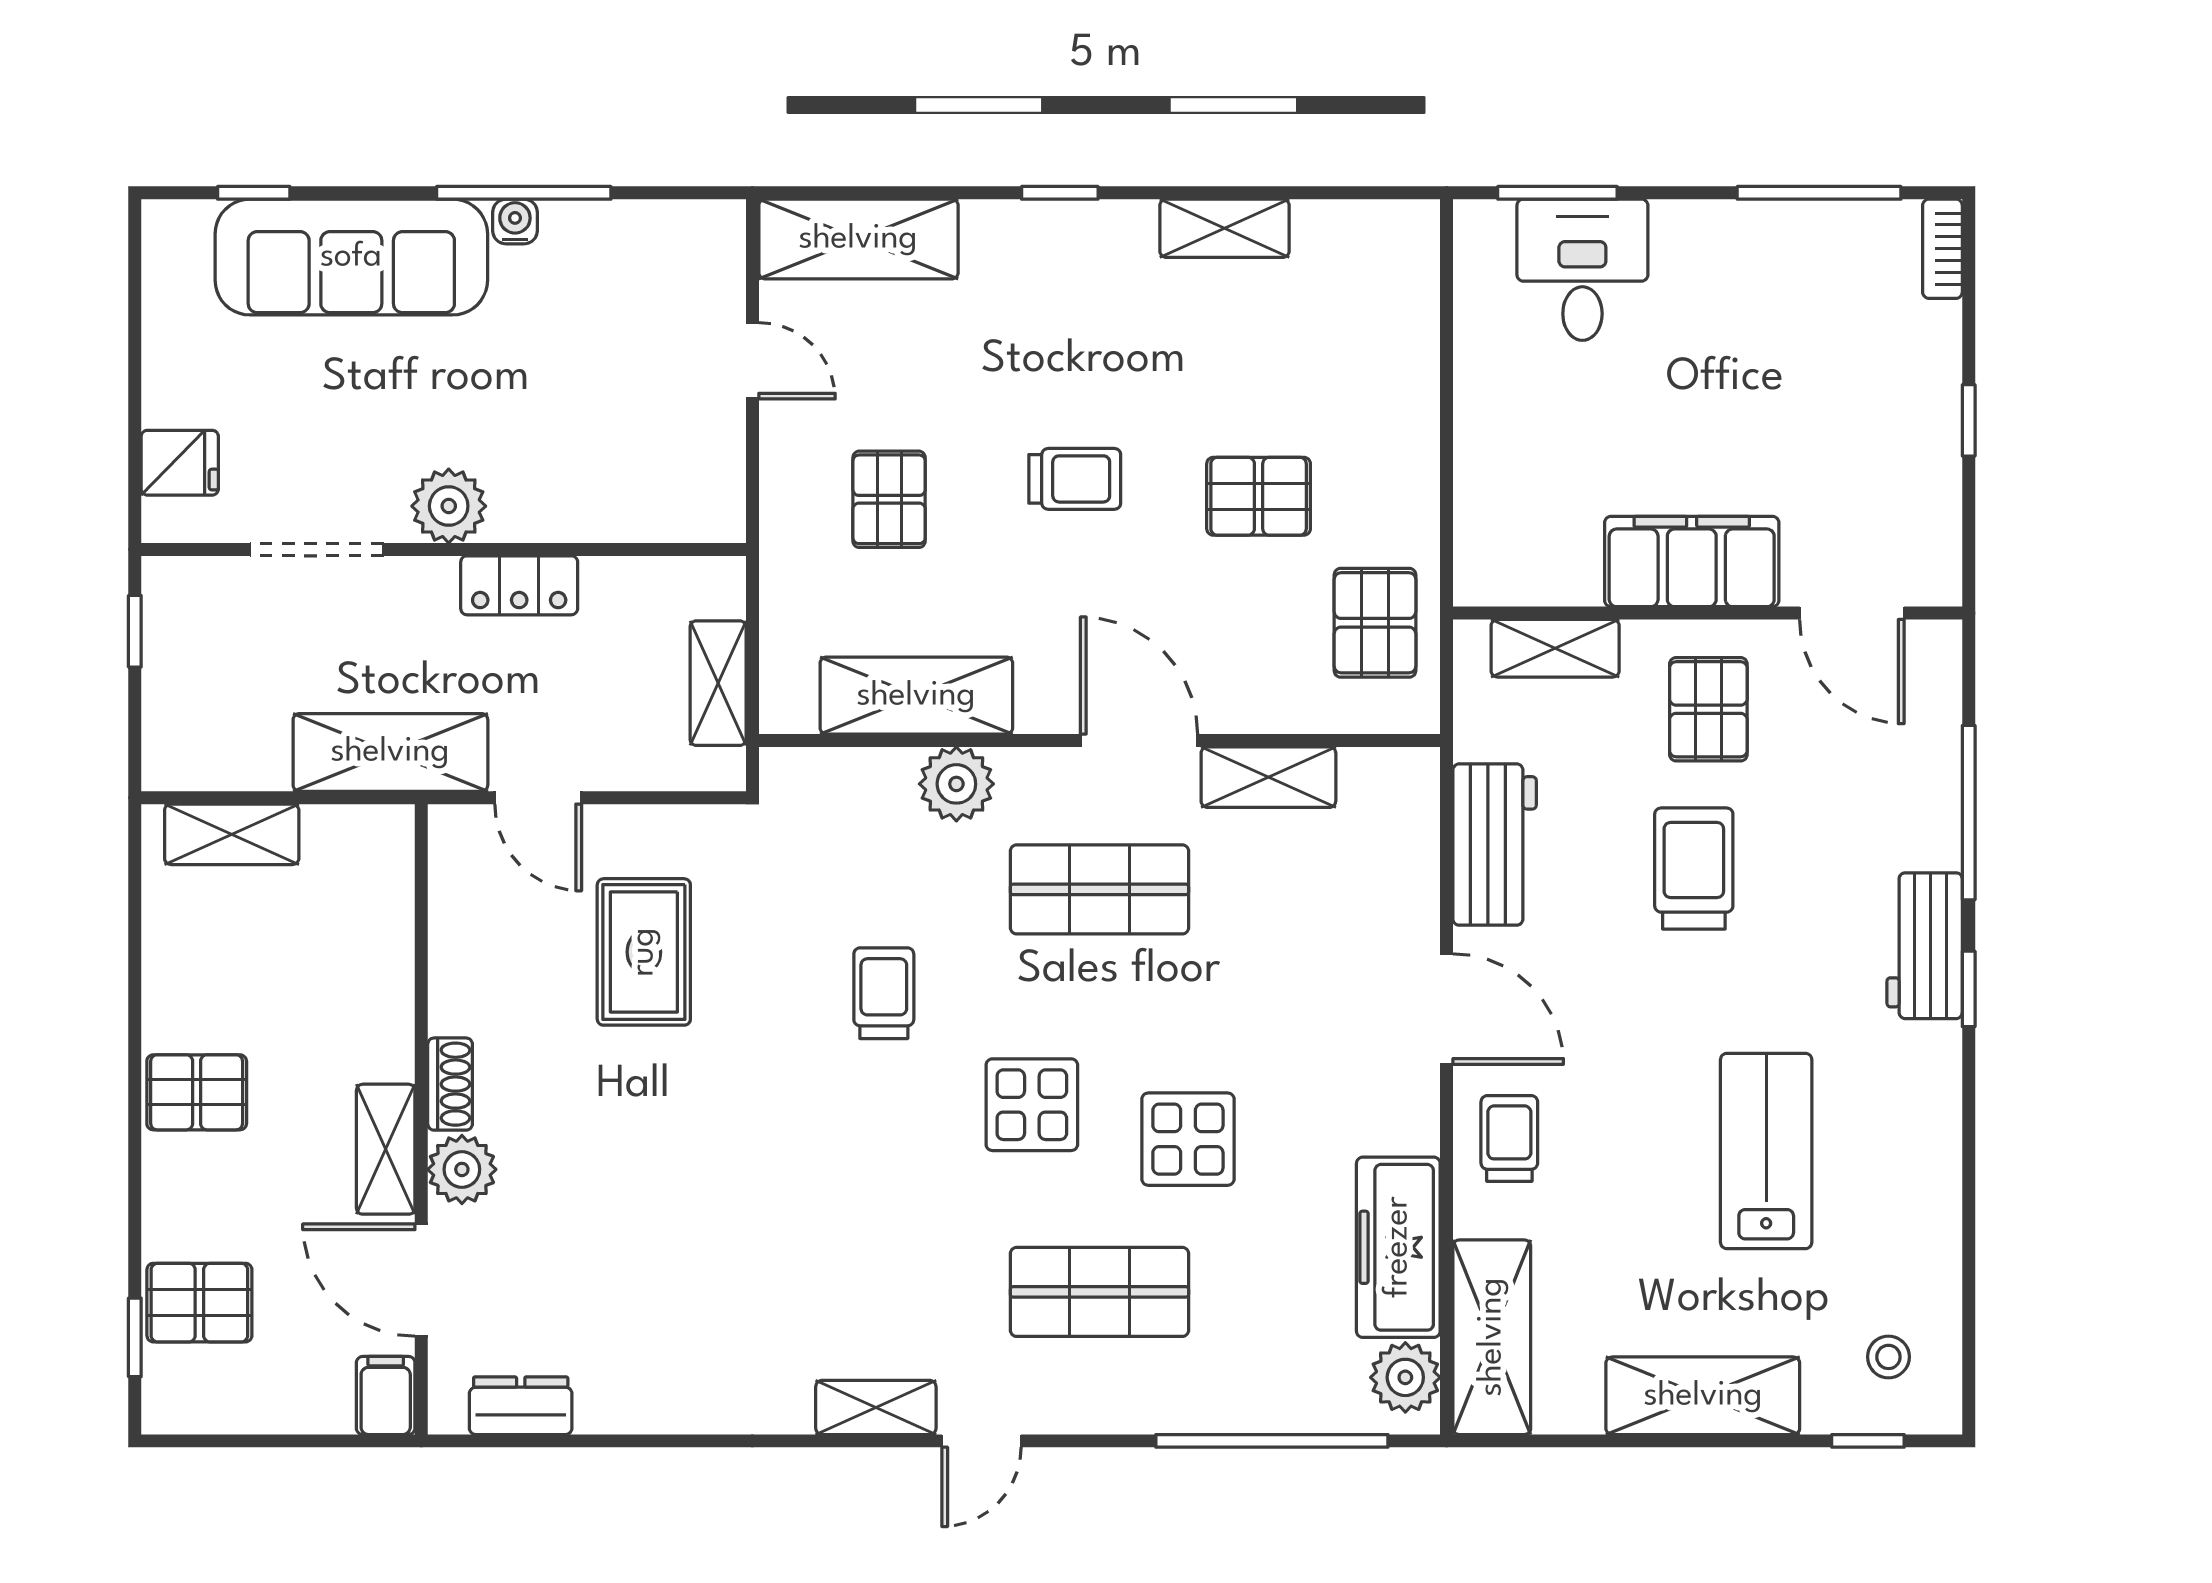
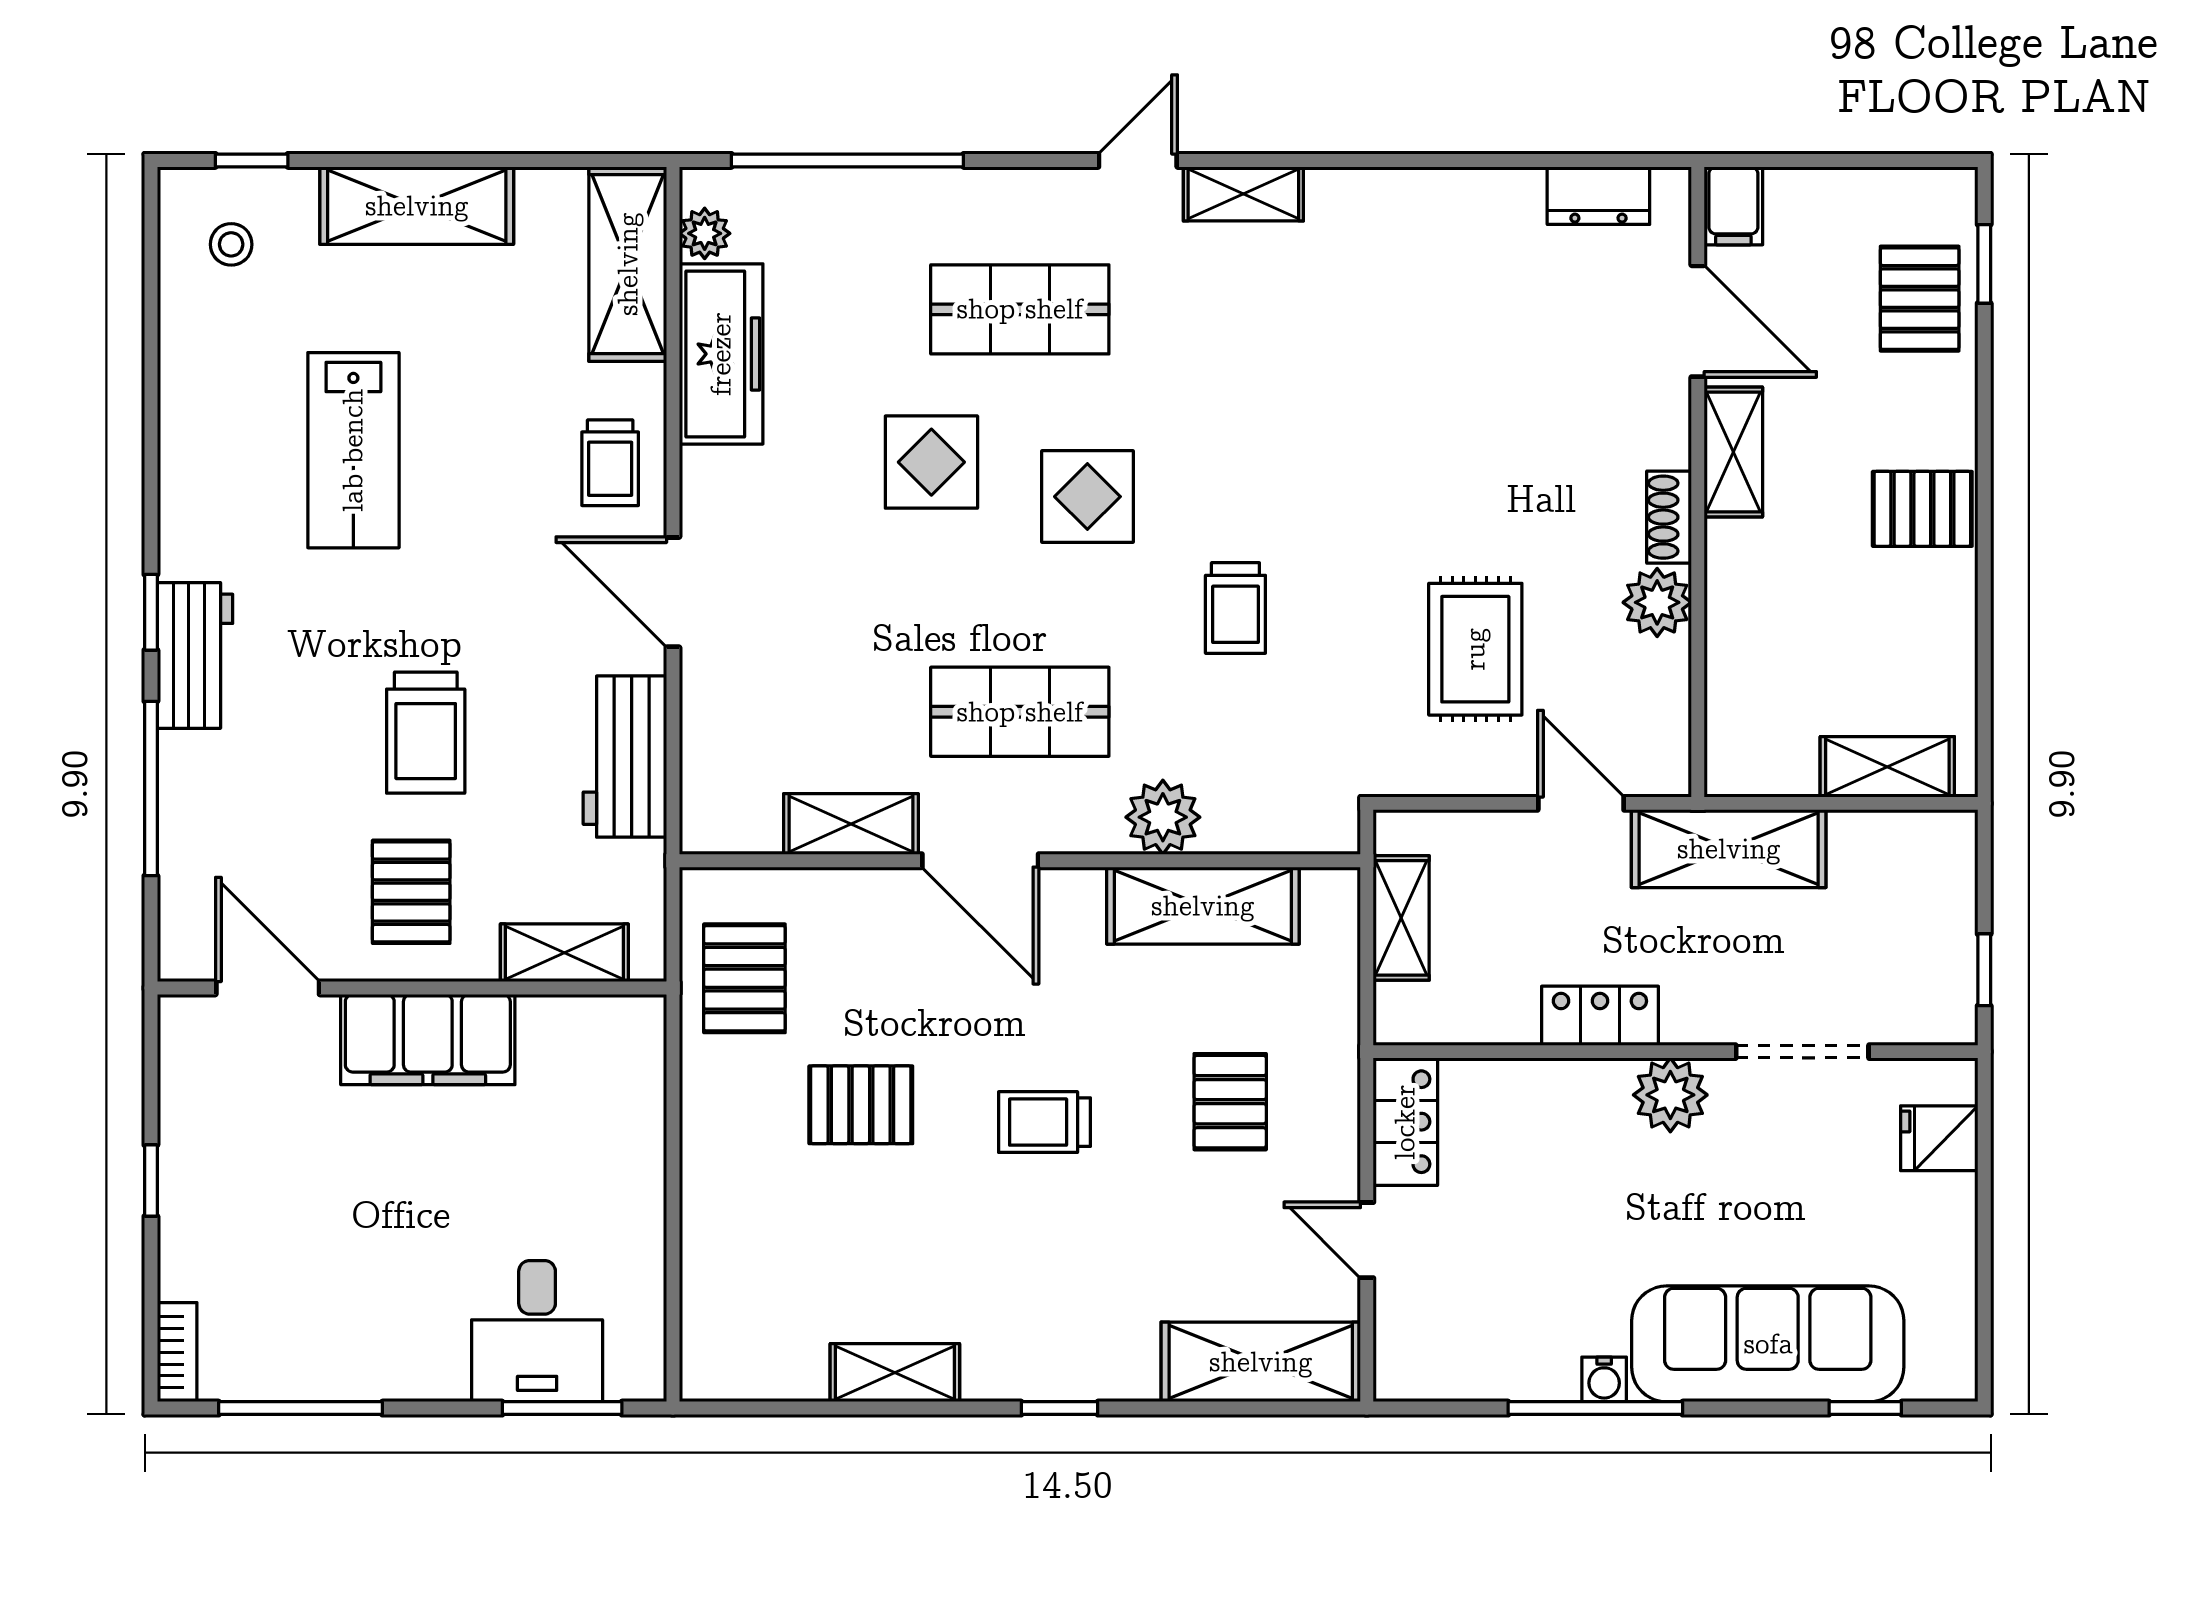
locker: (714, 479) -> (1405, 1122), added
plant: (462, 1169) -> (1657, 602), moved
pallet: (199, 1303) -> (1920, 299), turned 90
plant: (1405, 1377) -> (705, 233), width x0.73, depth x0.73

